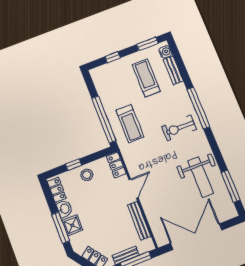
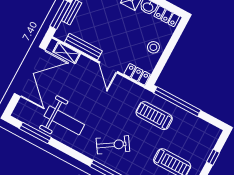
exercise bike: (179, 128) -> (113, 145), turned 57
window: (73, 165) -> (170, 46), removed
weight bench: (201, 177) -> (64, 120), turned 180
shelving: (156, 227) -> (67, 53), added

